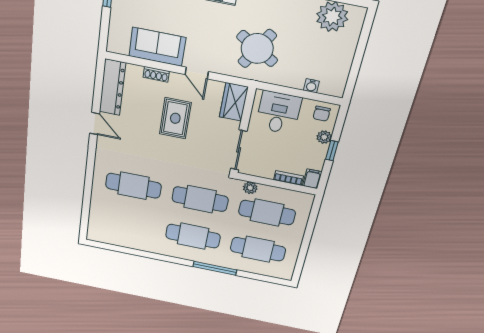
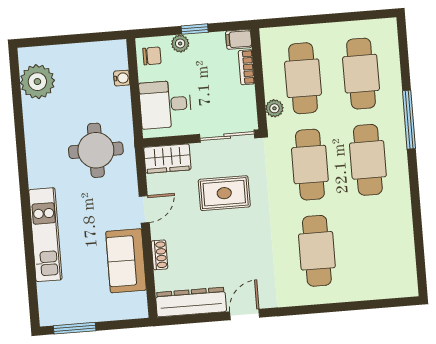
round table: (257, 49) -> (96, 150), turned -31
rug: (175, 118) -> (224, 193), moved

